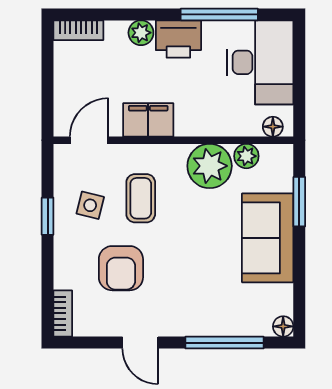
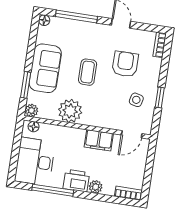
plant: (246, 156) -> (31, 110), moved
coffee table: (141, 198) -> (88, 72), moved

